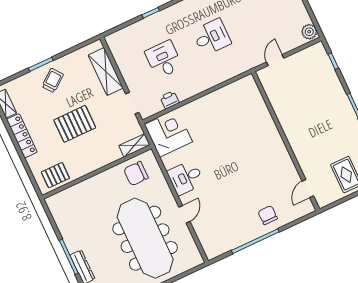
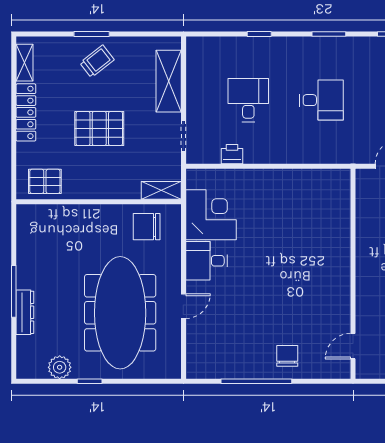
corner desk: (168, 133) -> (211, 215), moved

